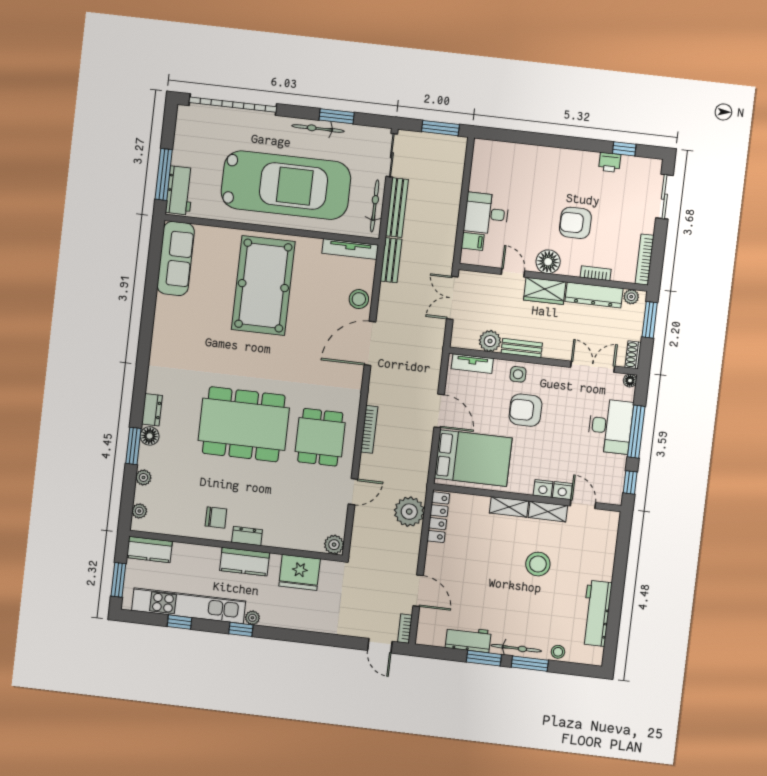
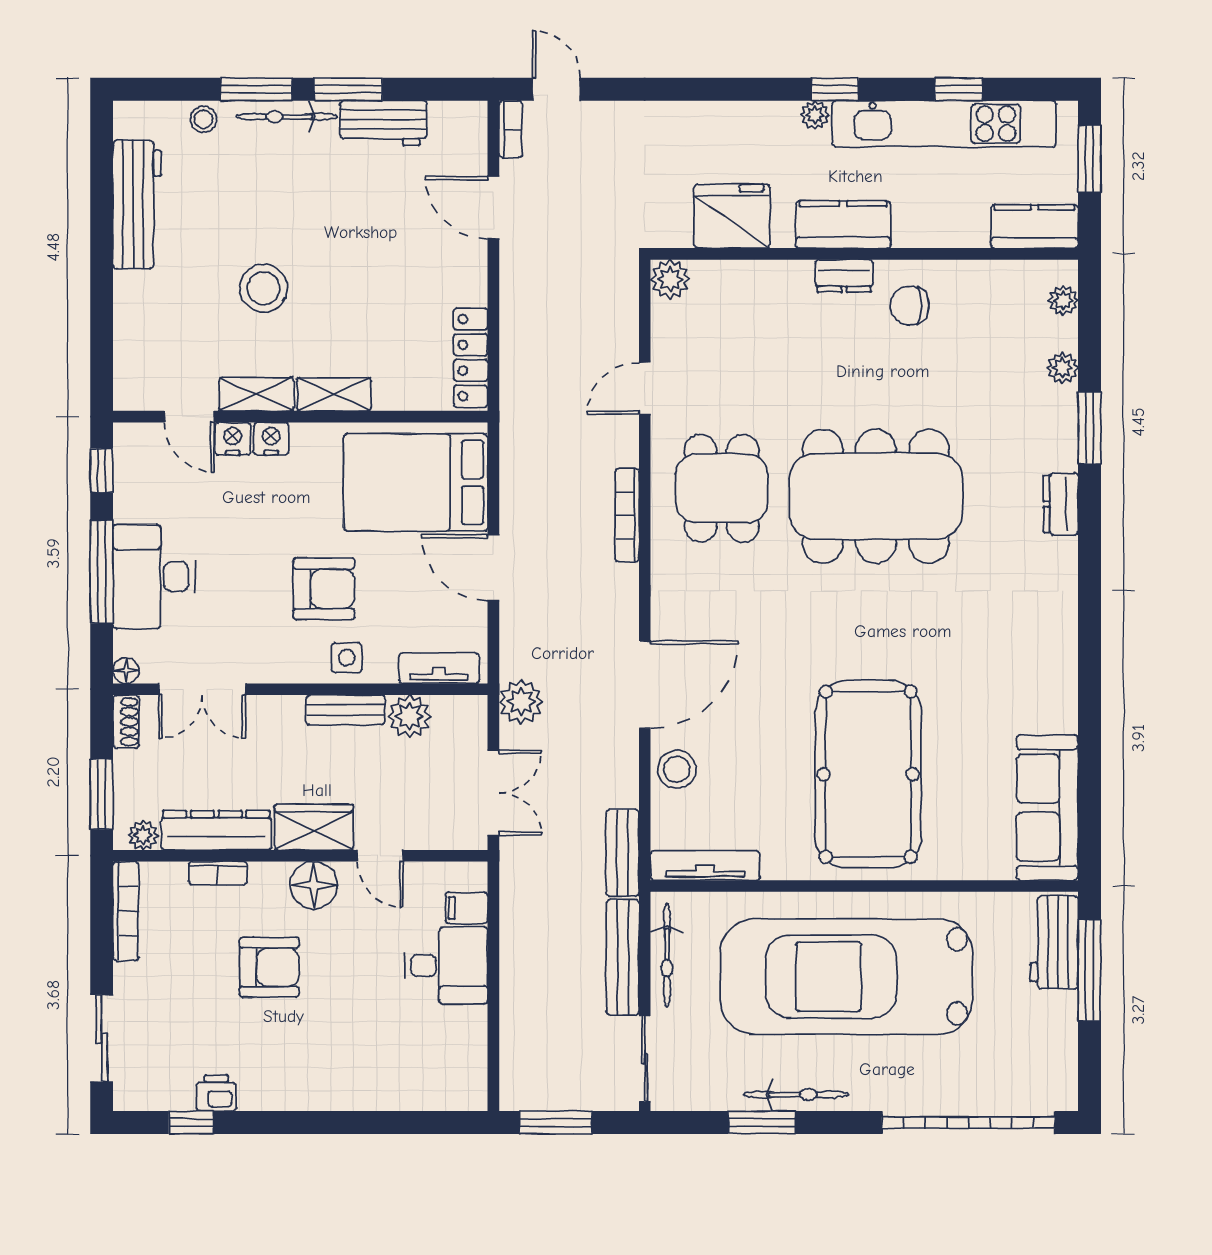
floor lamp: (150, 436) -> (1060, 451), removed
plant: (409, 512) -> (521, 702), moved, width x0.73, depth x0.73

